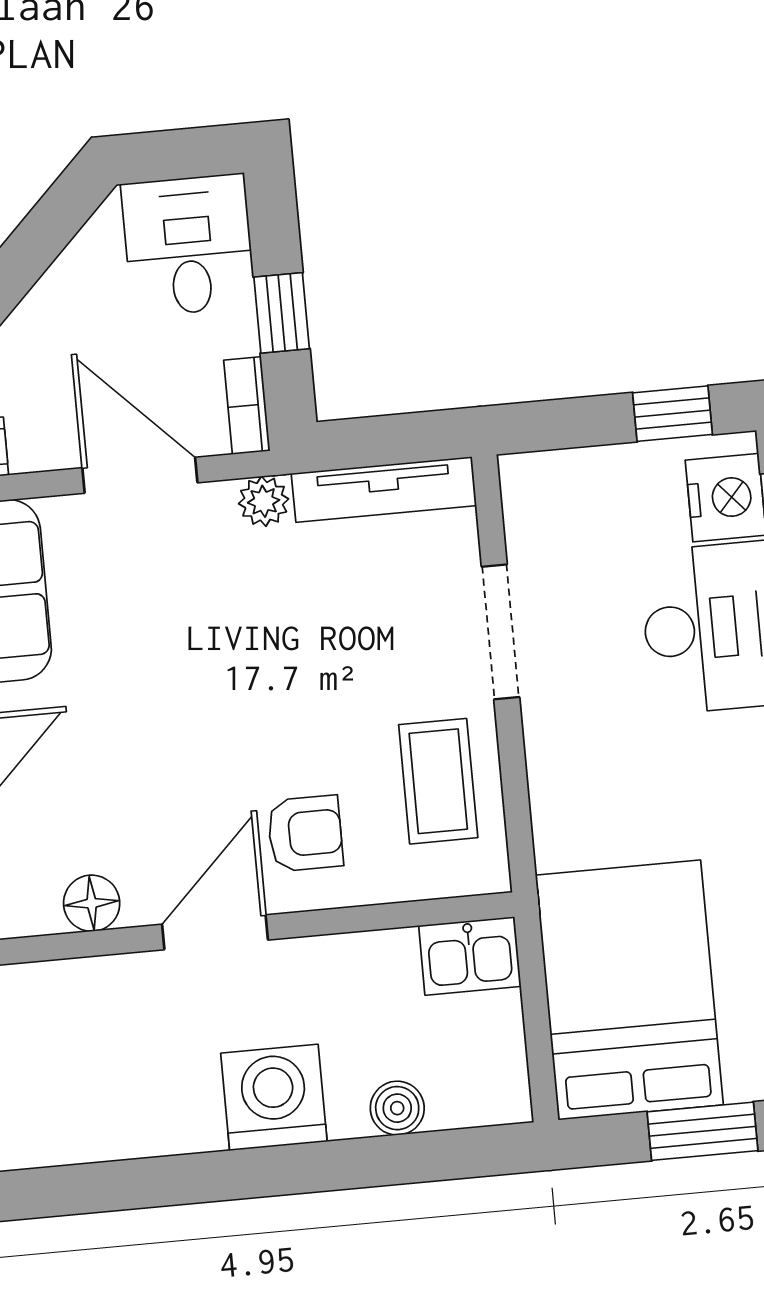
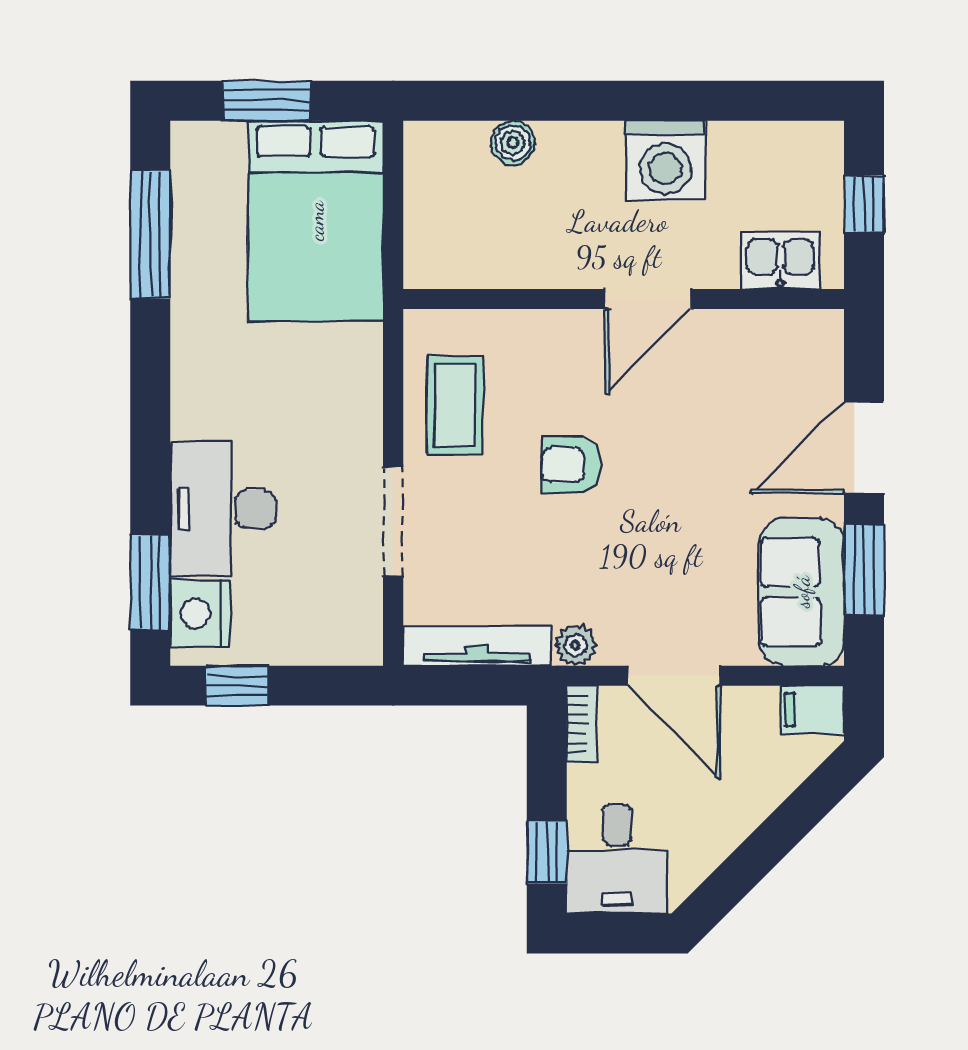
window: (282, 313) -> (547, 852), moved
armchair: (305, 833) -> (571, 465), moved
floor lamp: (92, 903) -> (745, 332), removed
kitchen sink: (470, 956) -> (780, 261), moved
washing machine: (274, 1097) -> (665, 161), moved

